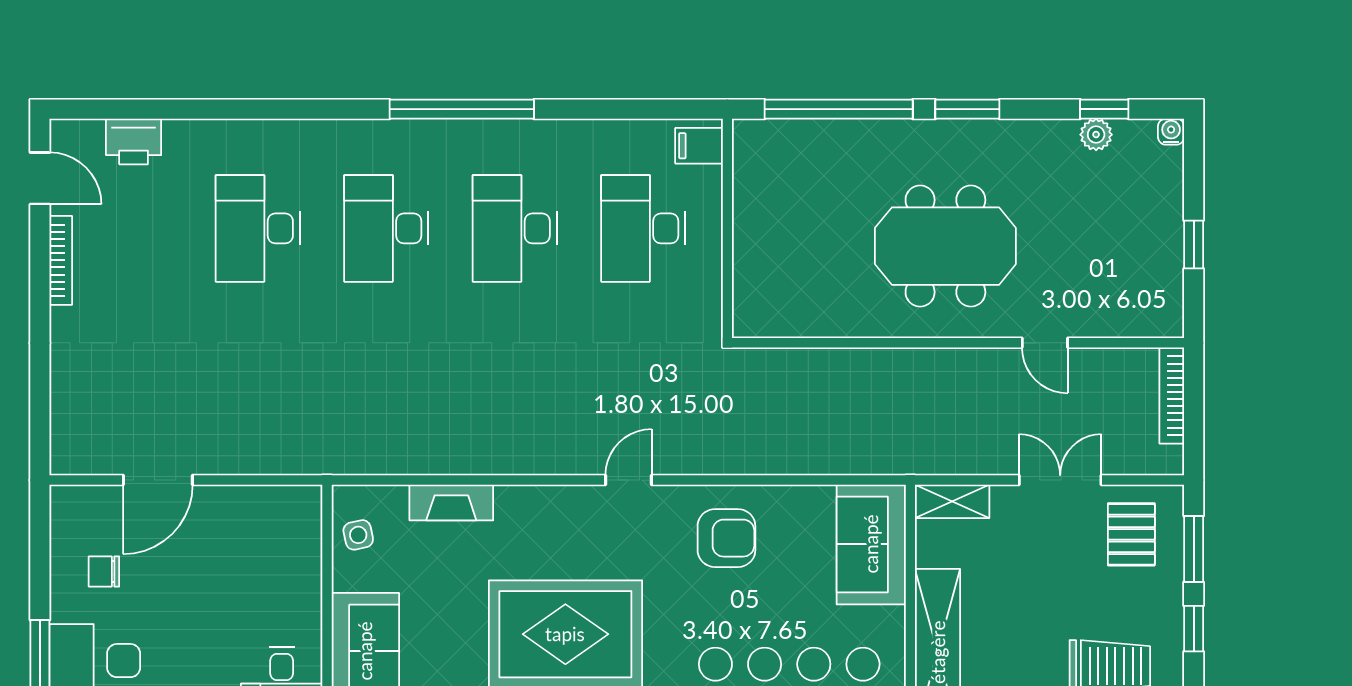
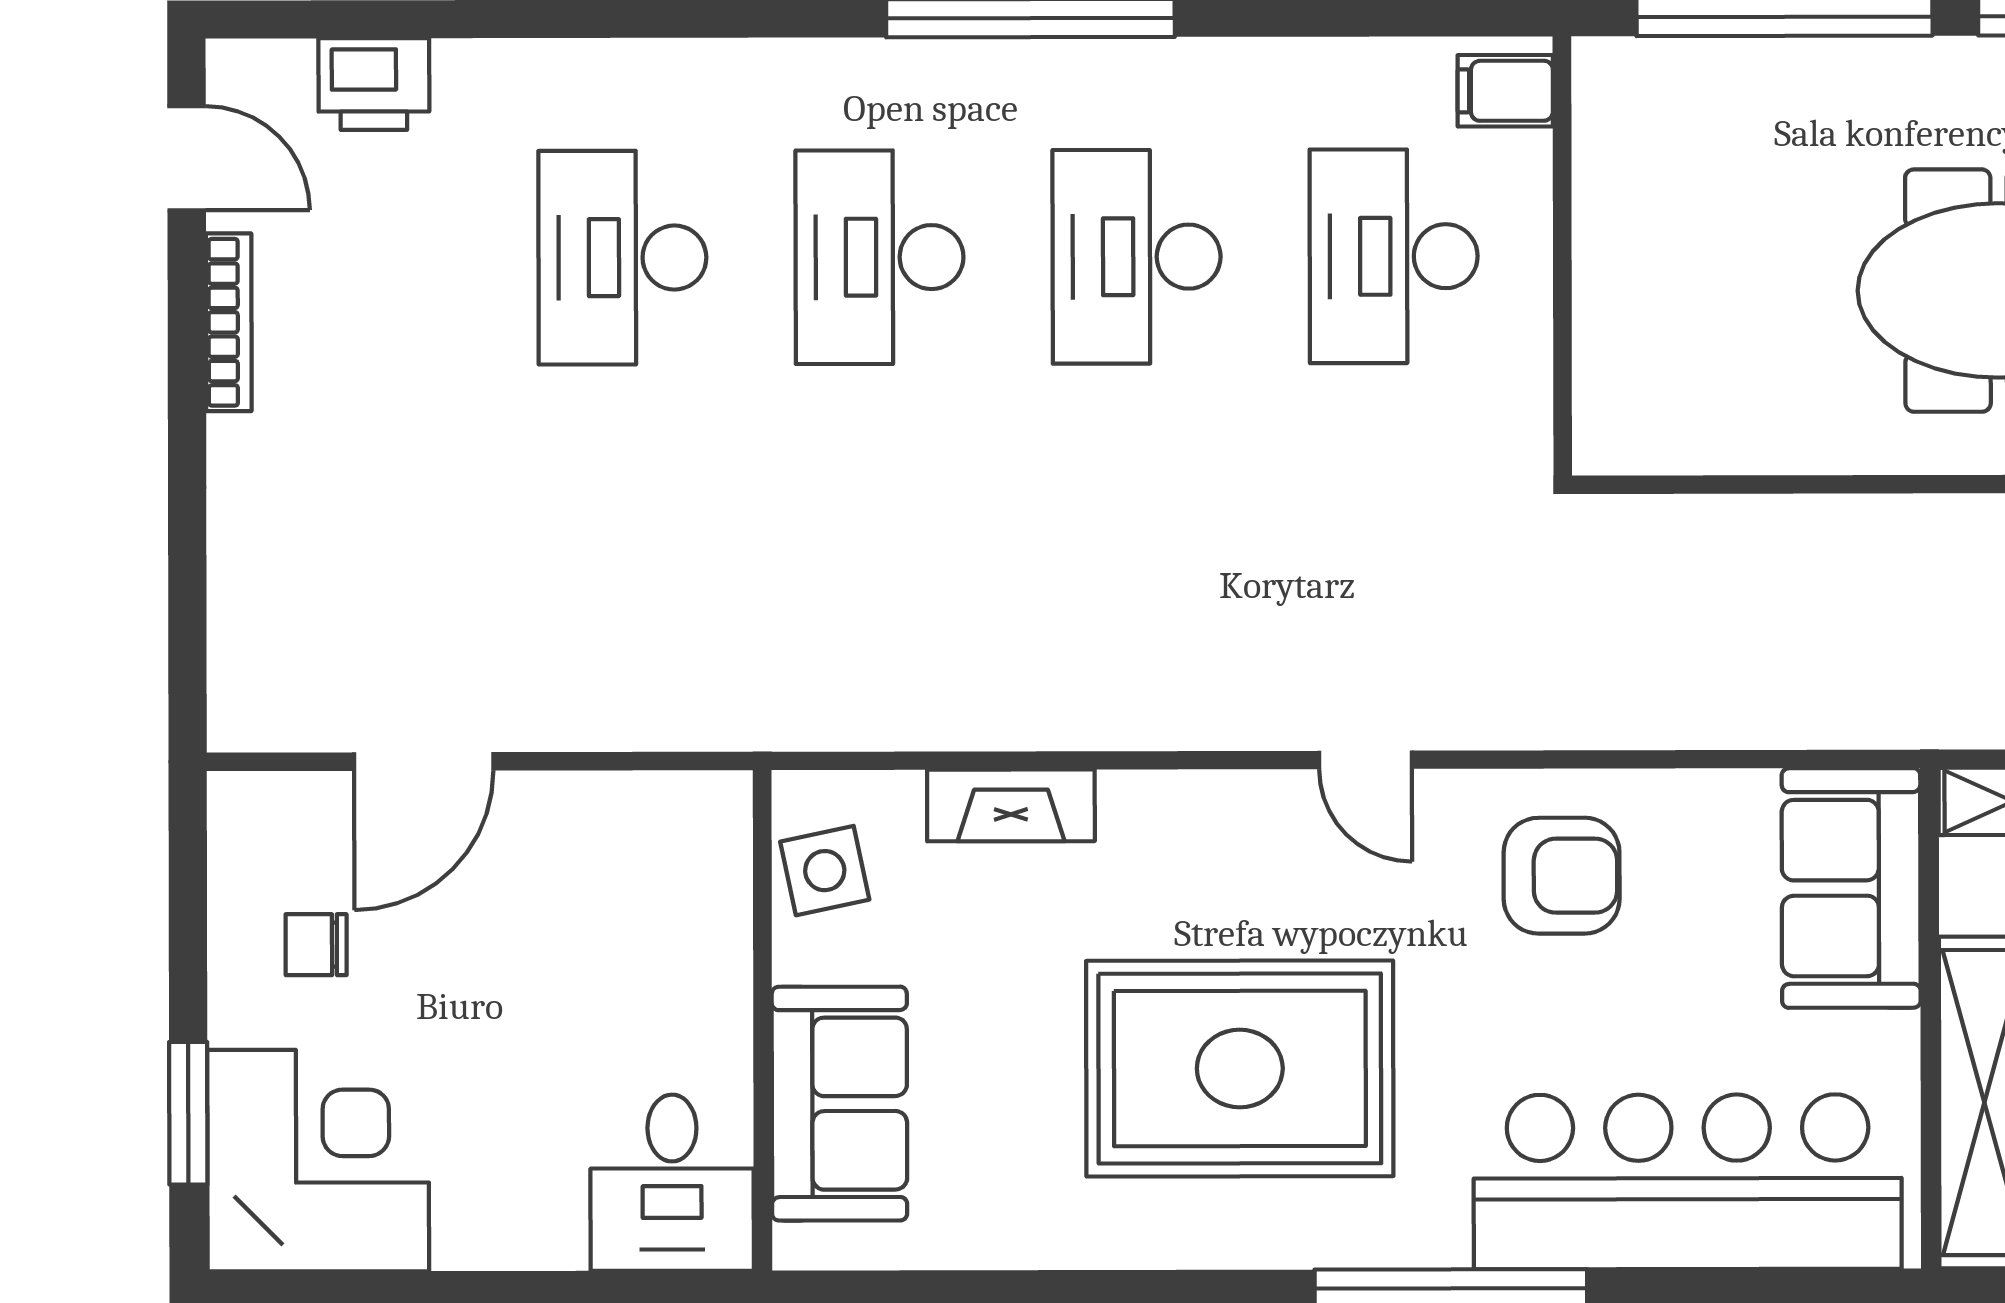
door: (629, 480) -> (1365, 760), swing flipped
side table: (358, 535) -> (825, 871), width x1.37, depth x1.37

